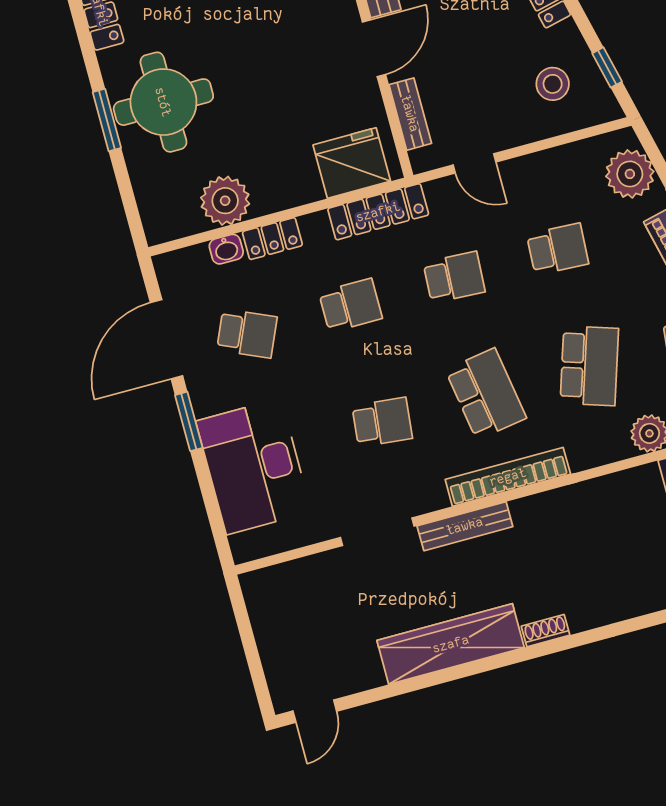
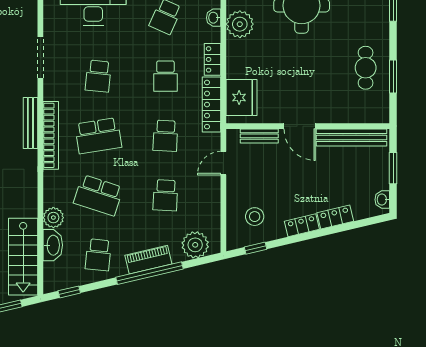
locker: (272, 239) -> (213, 59), moved
bench: (465, 526) -> (30, 123), moved

